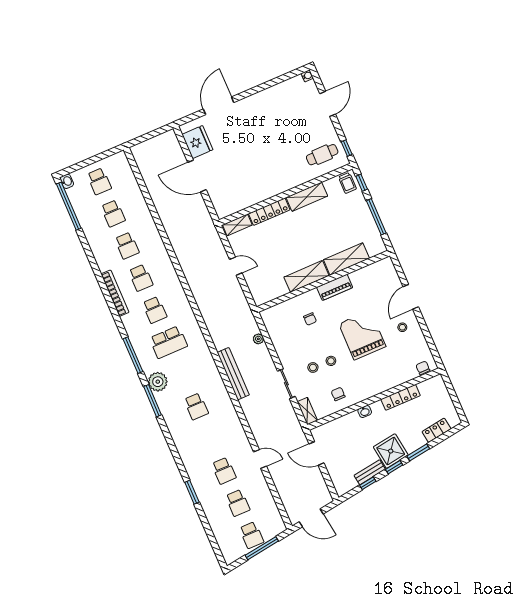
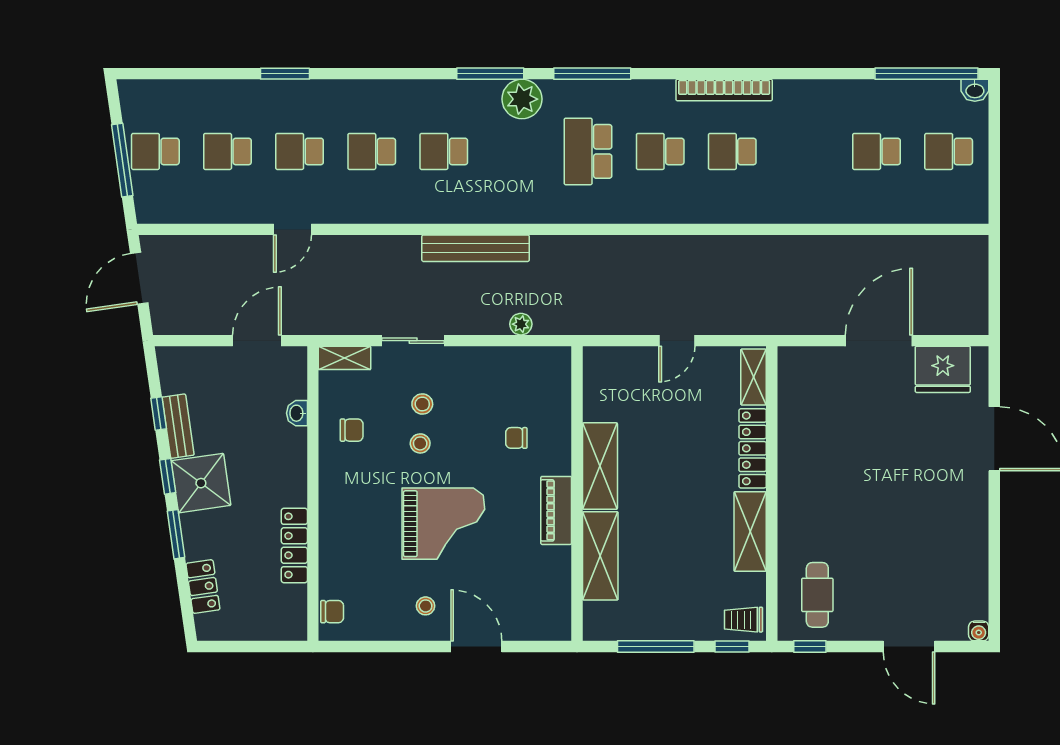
school desk: (127, 246) -> (372, 151), moved
washbasin: (365, 411) -> (297, 413), moved

